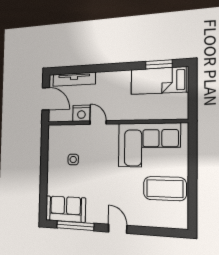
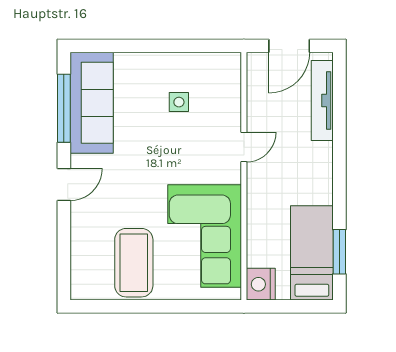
nightstand: (81, 113) -> (261, 284), moved
sofa: (65, 209) -> (92, 103), width x1.36

